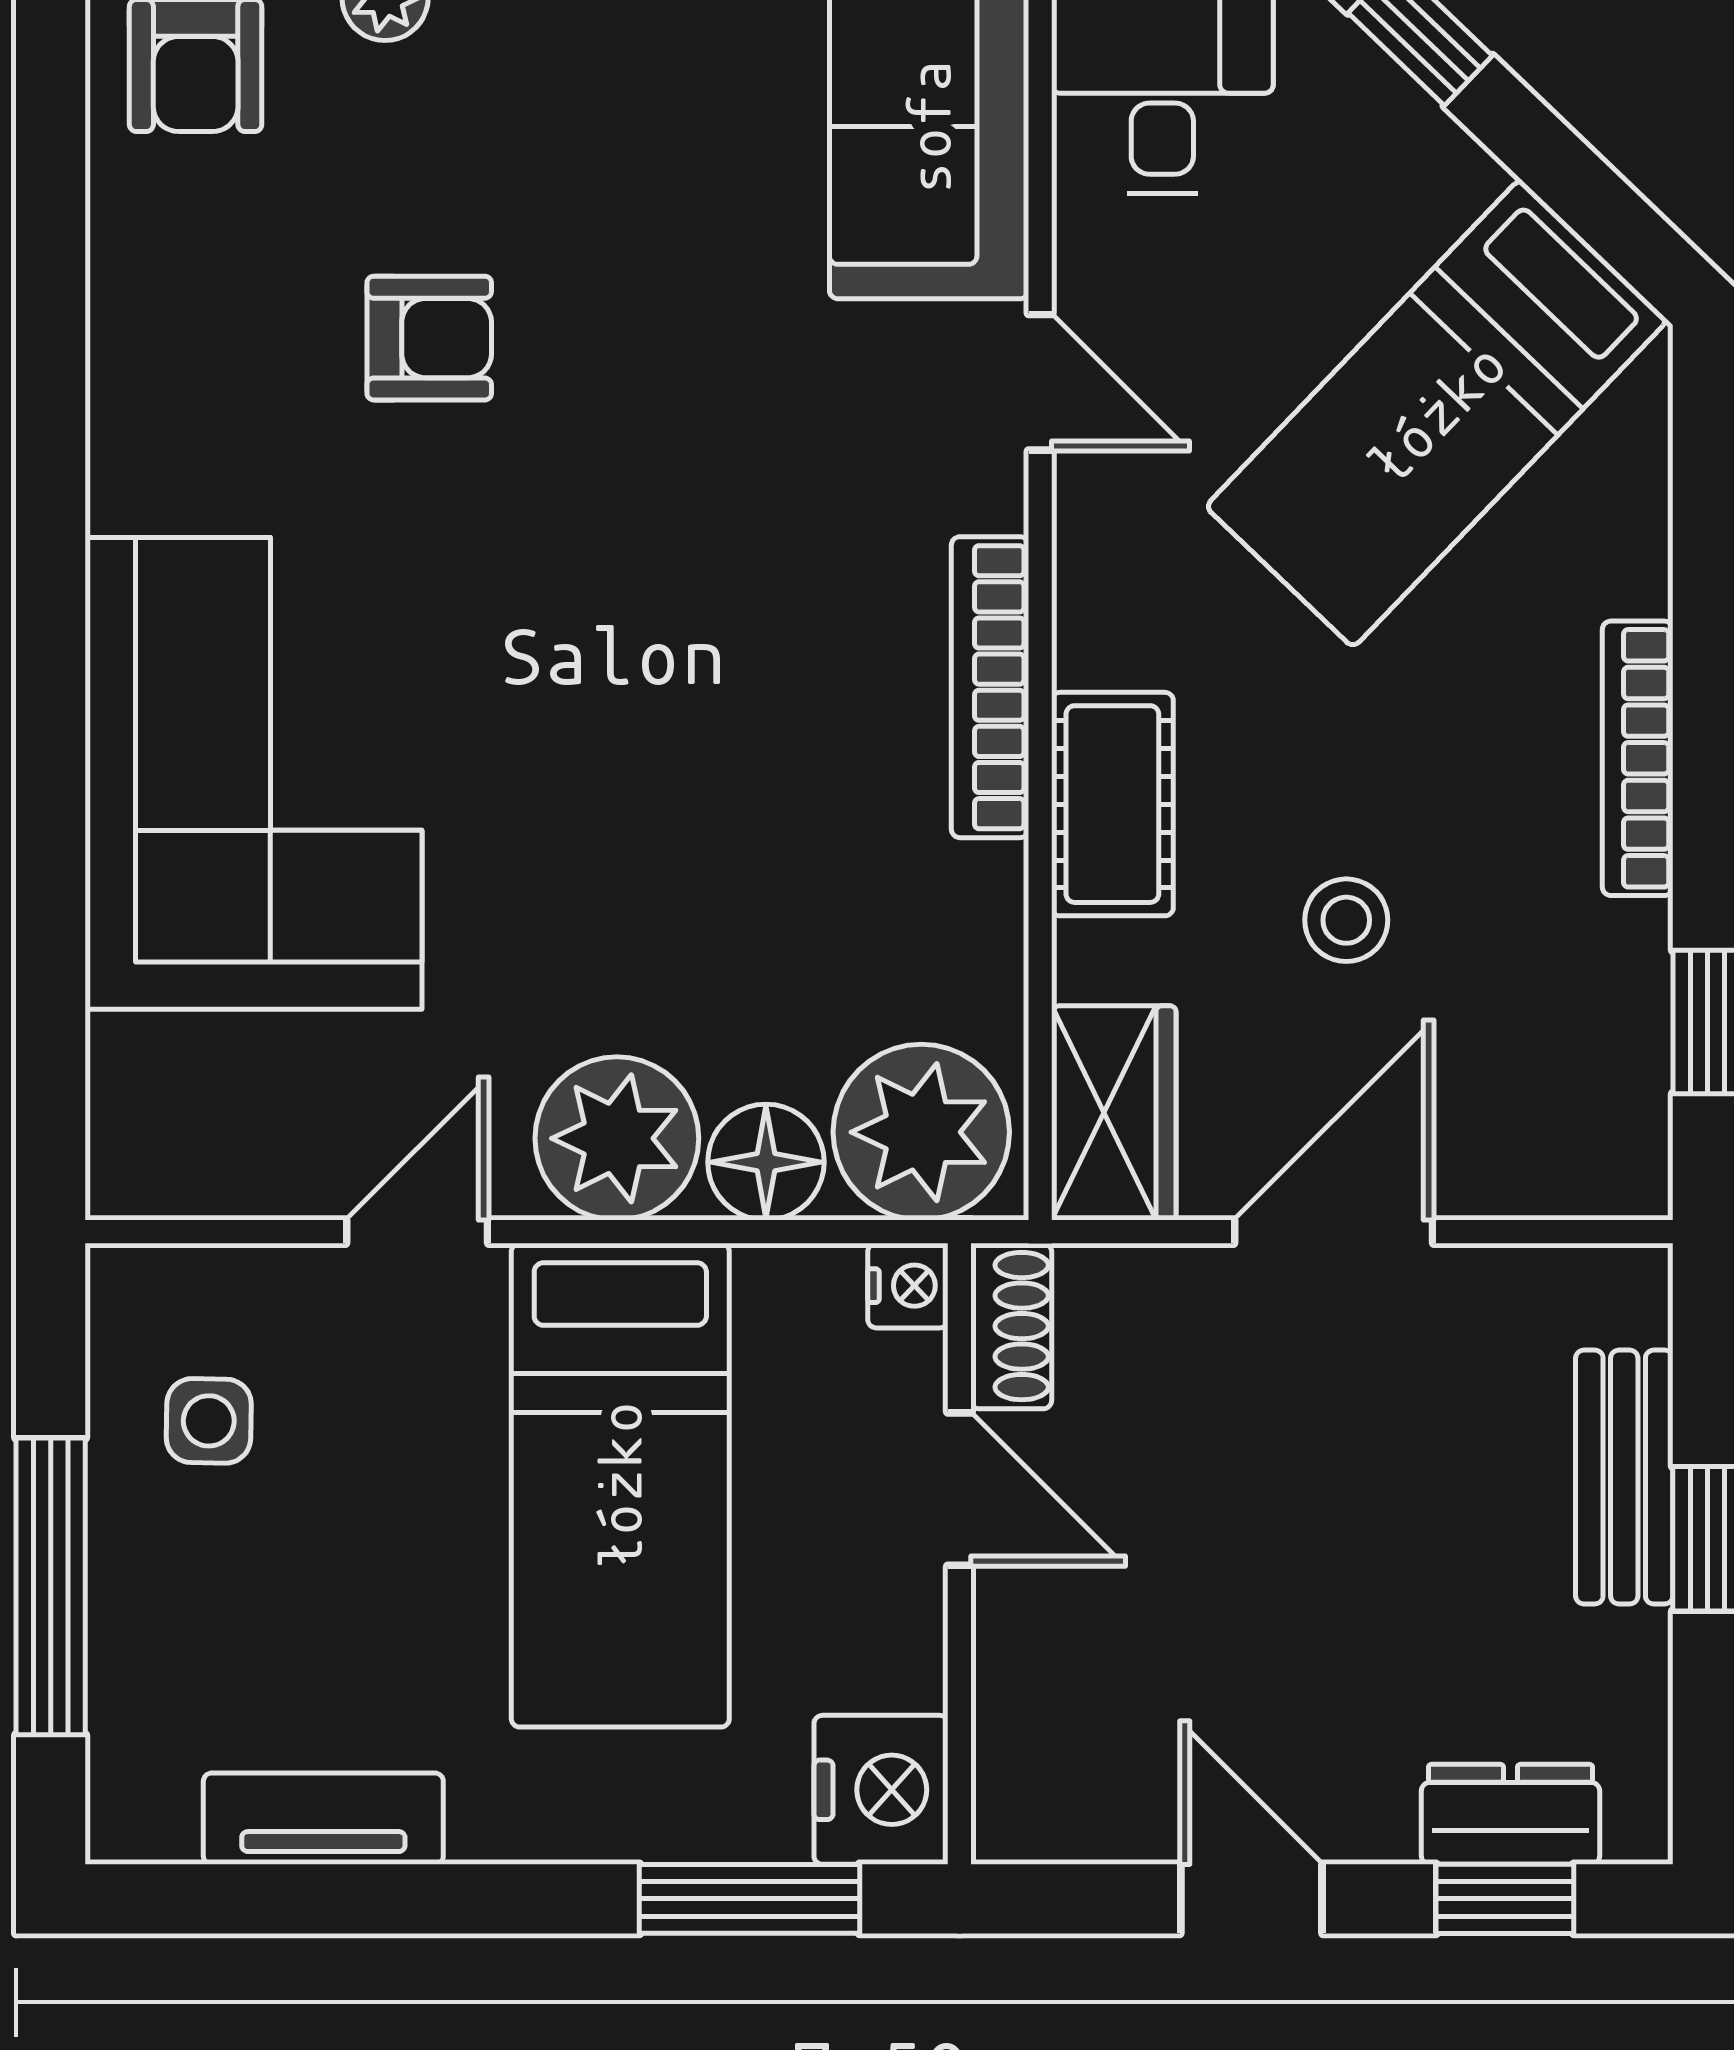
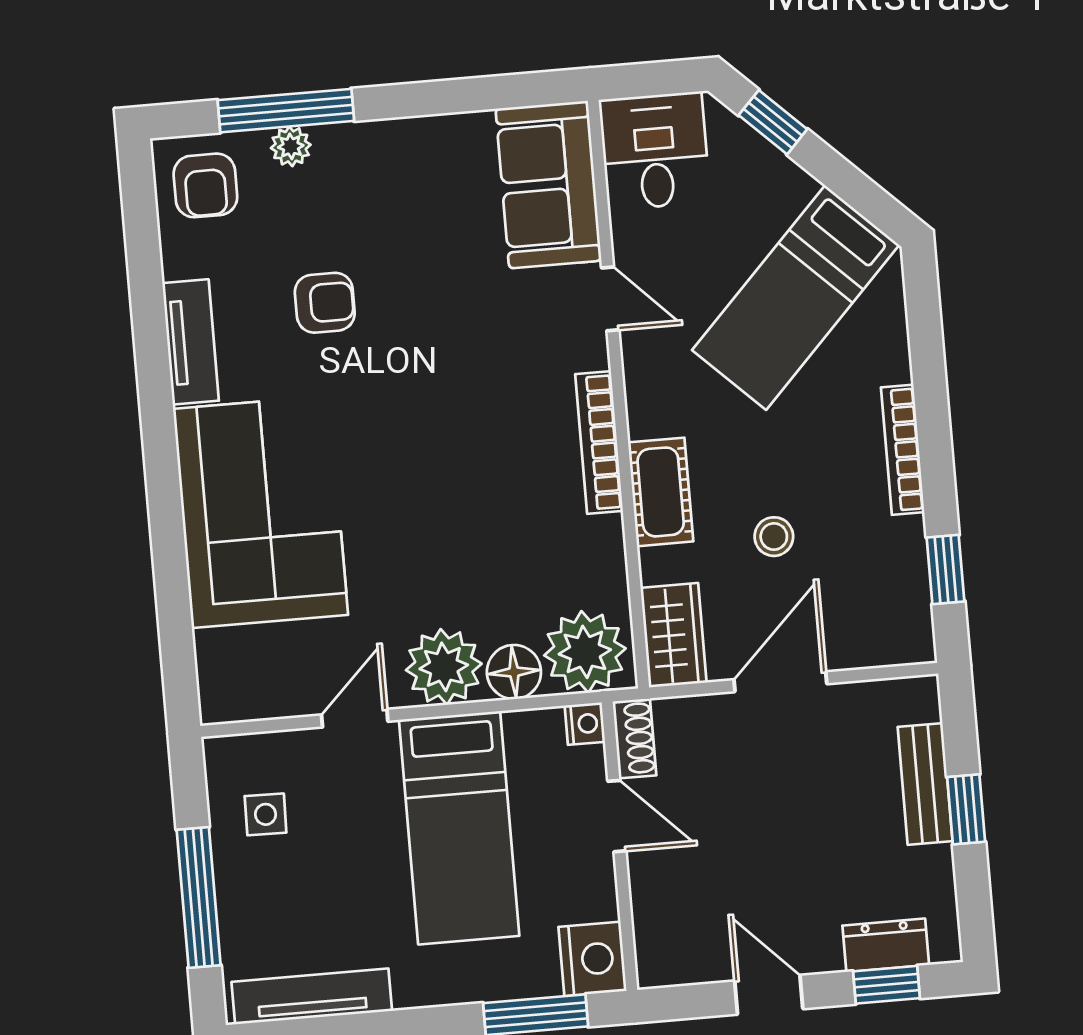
tv unit: (135, 397) -> (191, 342), added
tv unit: (323, 1819) -> (312, 996), width x1.41

